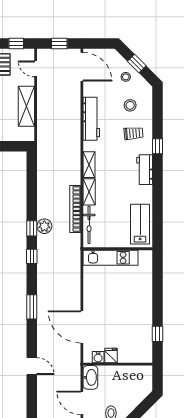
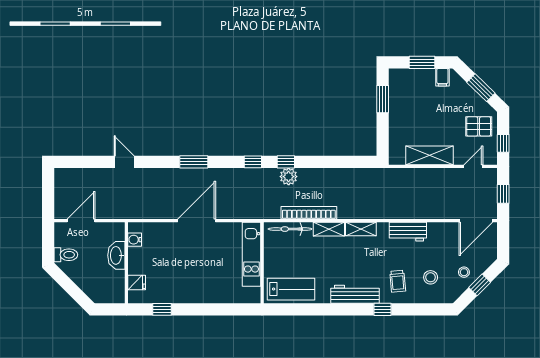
workbench: (91, 119) -> (408, 232), width x0.73
workbench: (145, 170) -> (355, 294), width x1.38
door: (82, 327) -> (197, 221), moved
fridge: (111, 355) -> (137, 283), moved
door: (32, 366) -> (124, 162), swing flipped
washbasin: (90, 377) -> (116, 255), moved, turned 90

